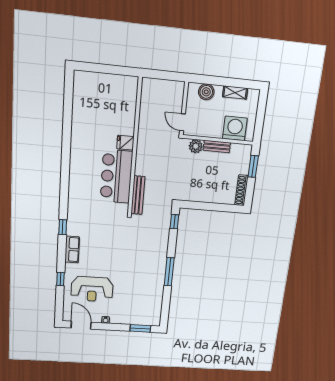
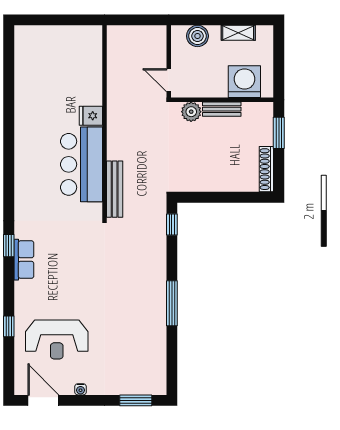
row of seats: (72, 249) -> (24, 260), moved

